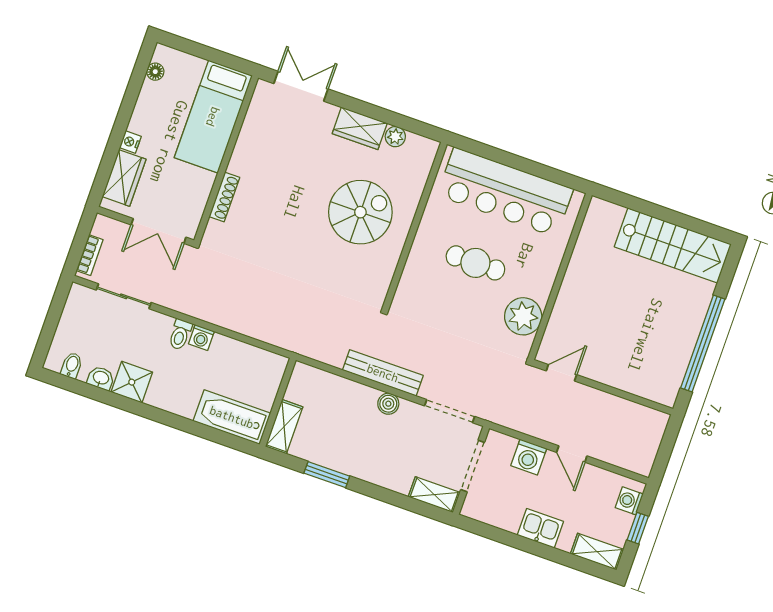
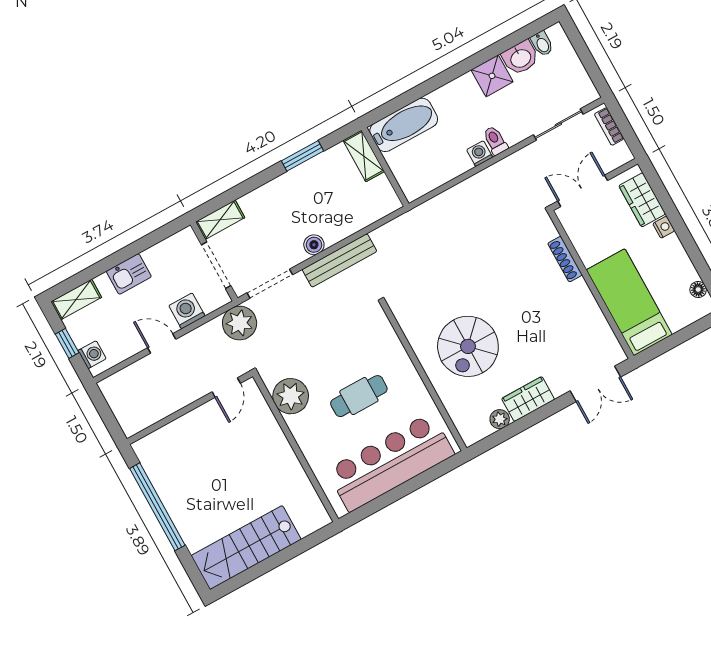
washbasin: (101, 378) -> (520, 58), width x1.38, depth x1.45
plant: (502, 407) -> (240, 323), added

